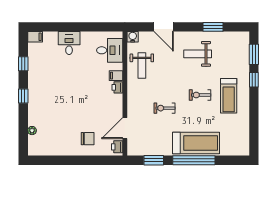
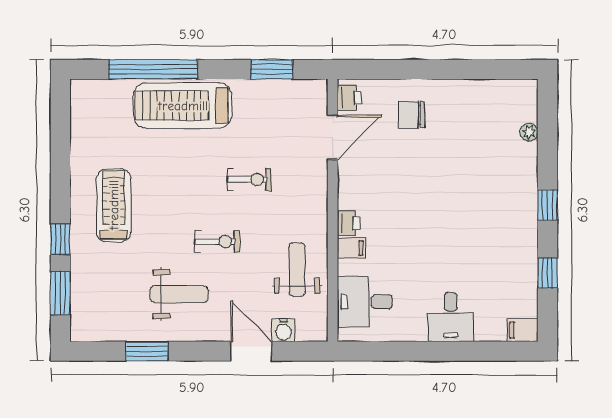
water cooler: (133, 37) -> (283, 330), moved
exercise bike: (200, 95) -> (217, 242), moved
window: (194, 160) -> (153, 69), moved

